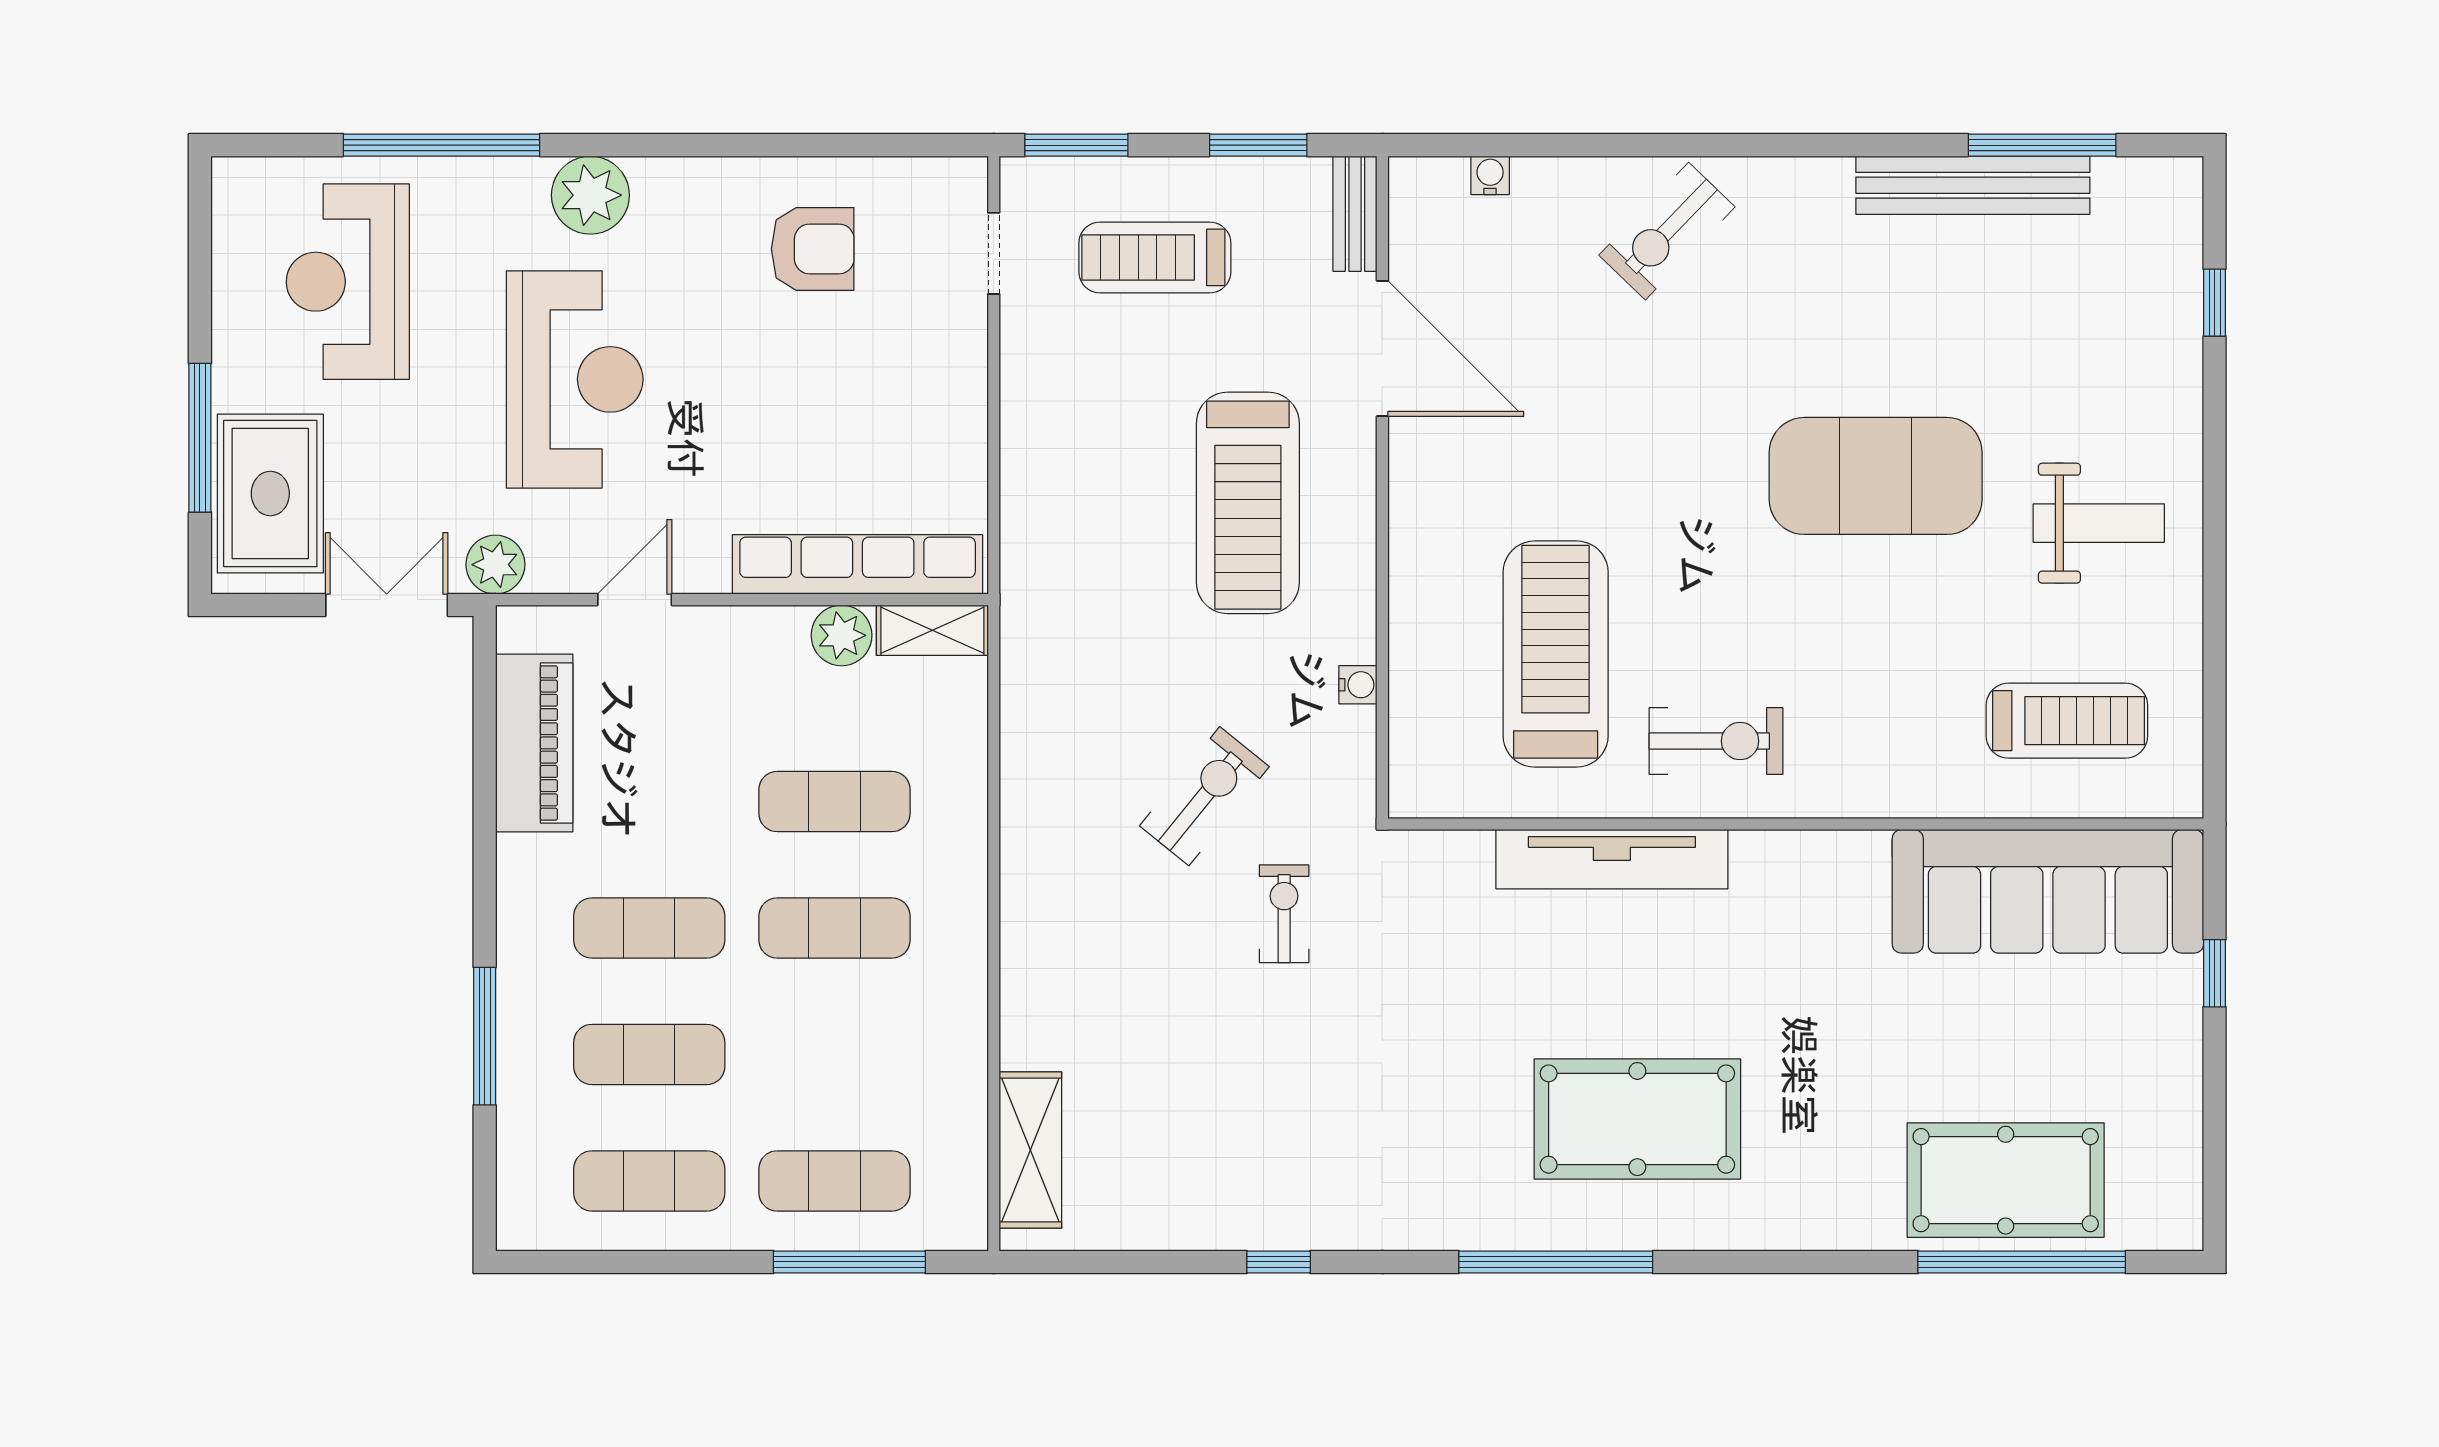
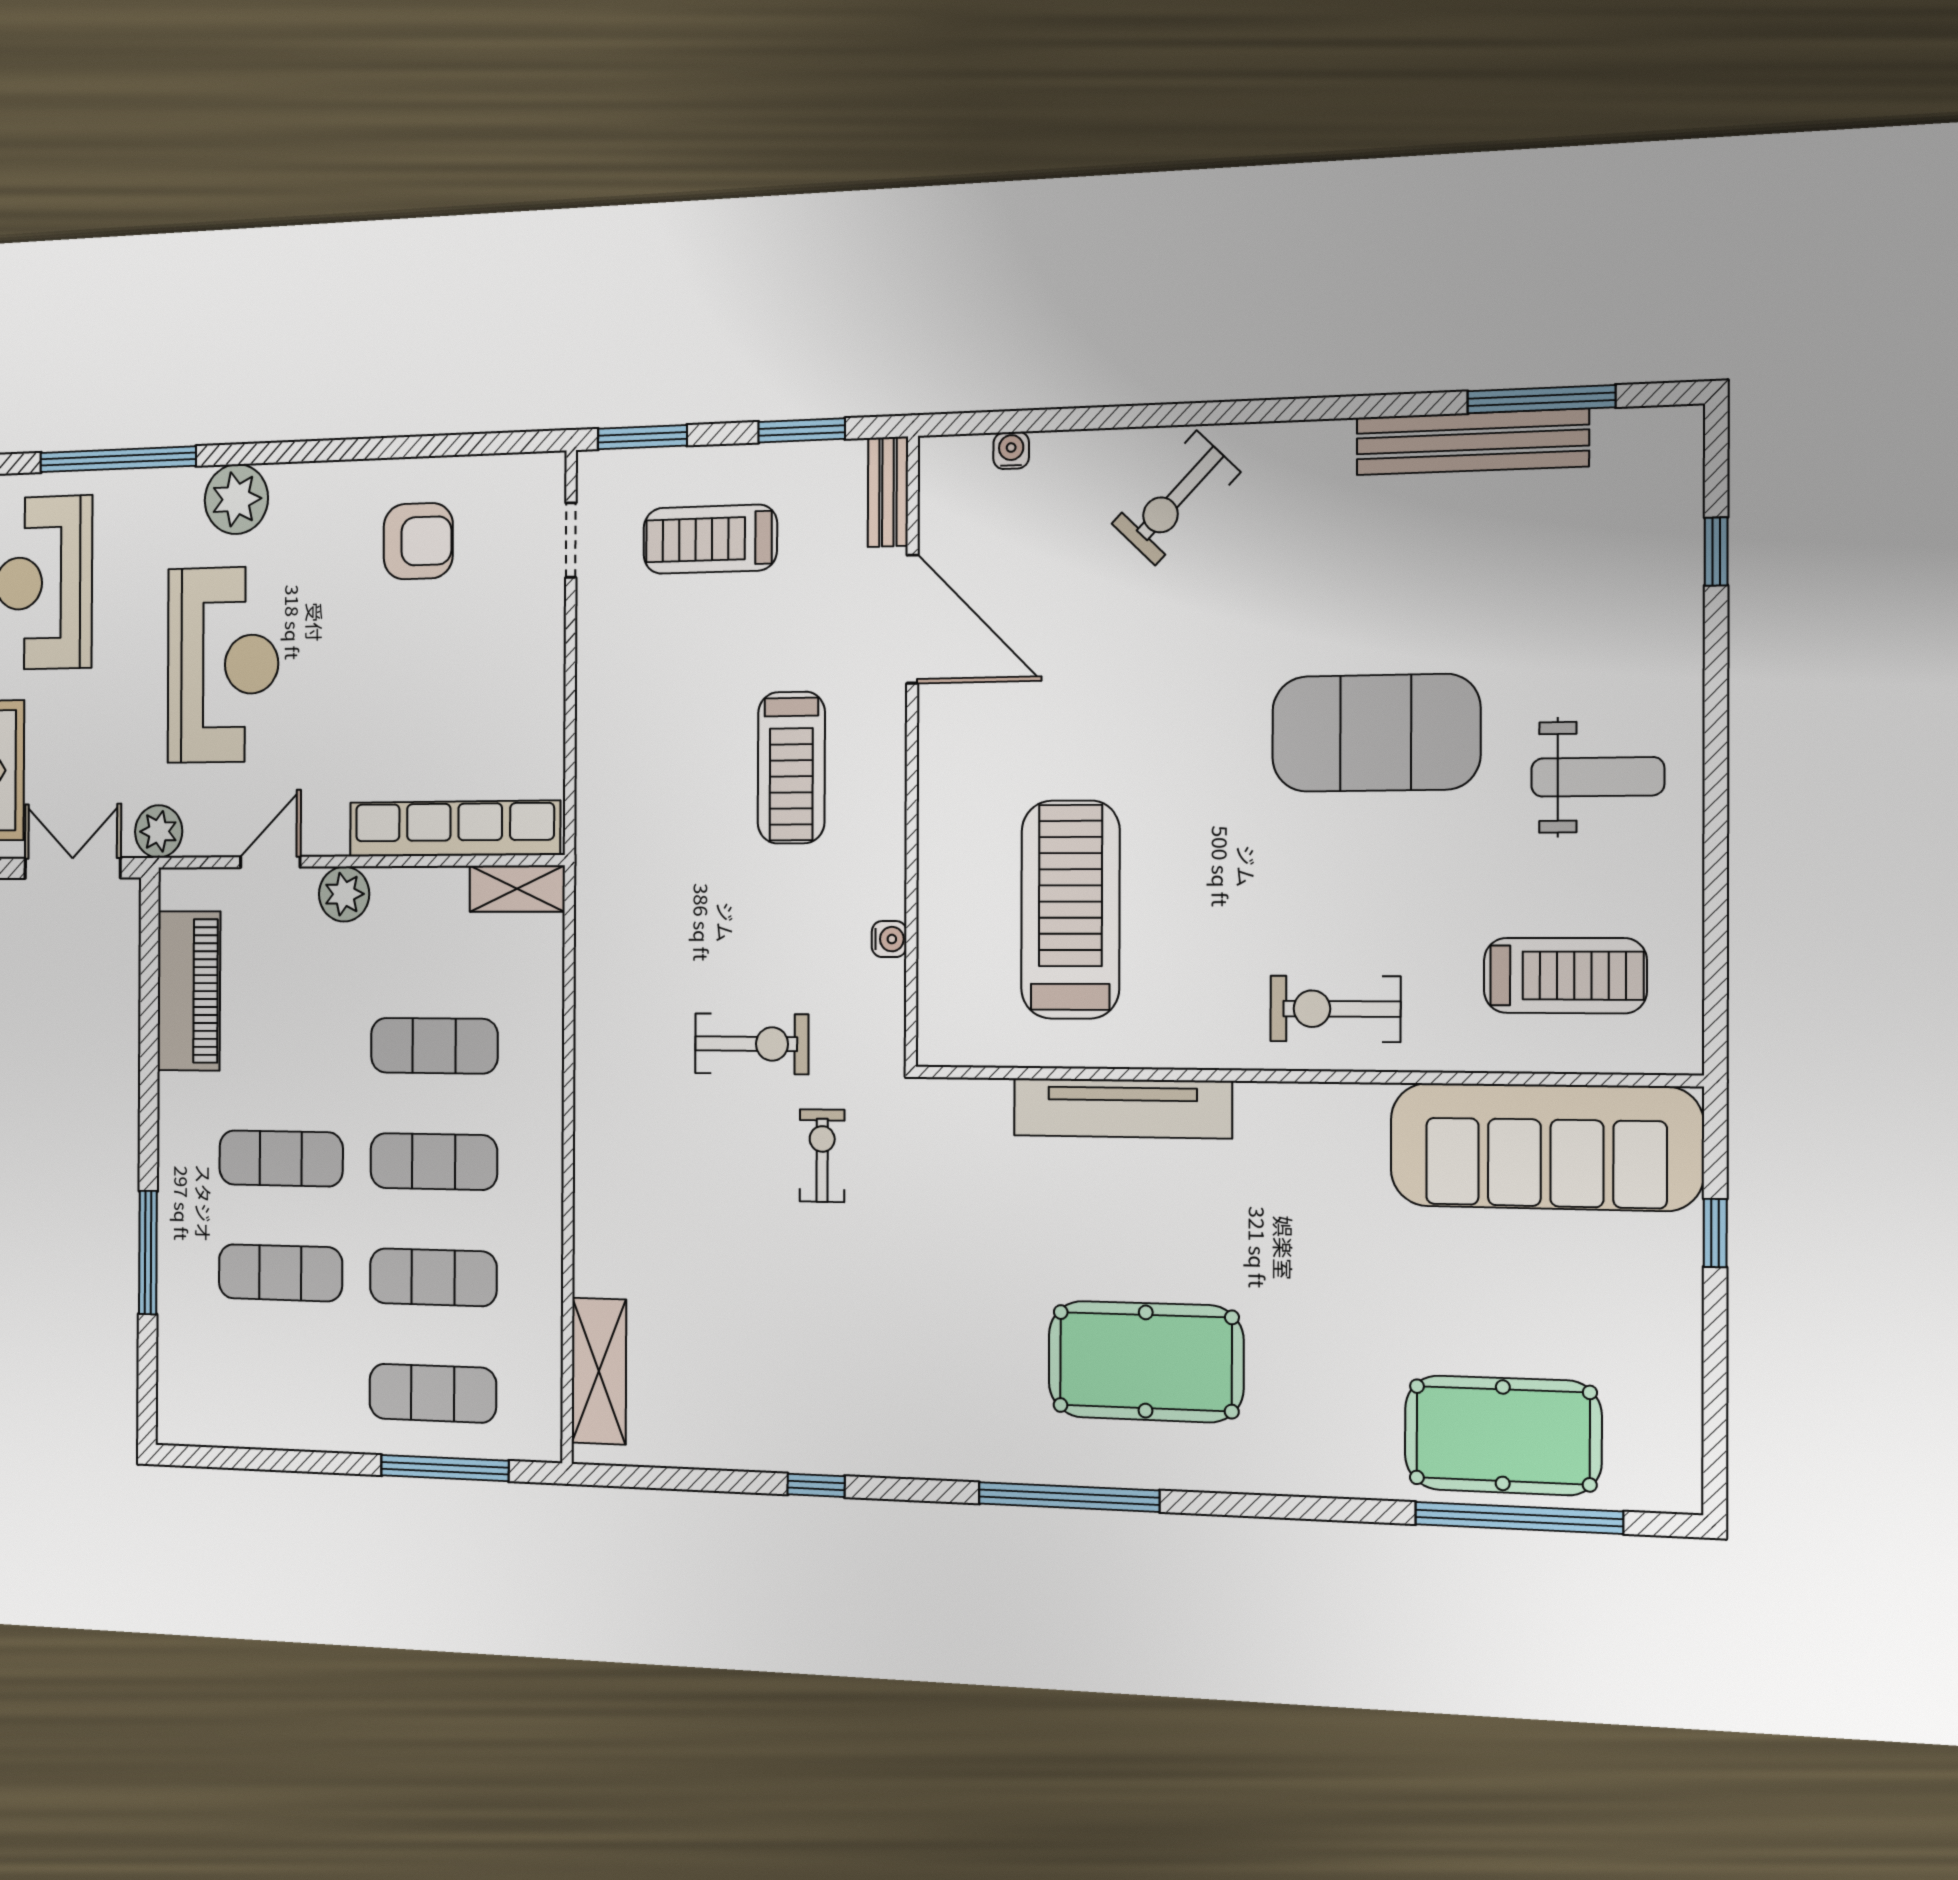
treadmill: (1248, 503) -> (791, 768), width x0.73, depth x0.73
plant: (842, 635) -> (344, 894), moved
exercise bike: (1716, 741) -> (1335, 1009), moved, turned 180
exercise bike: (1204, 796) -> (752, 1044), turned 51
exercise mat: (649, 1181) -> (433, 1277), moved

